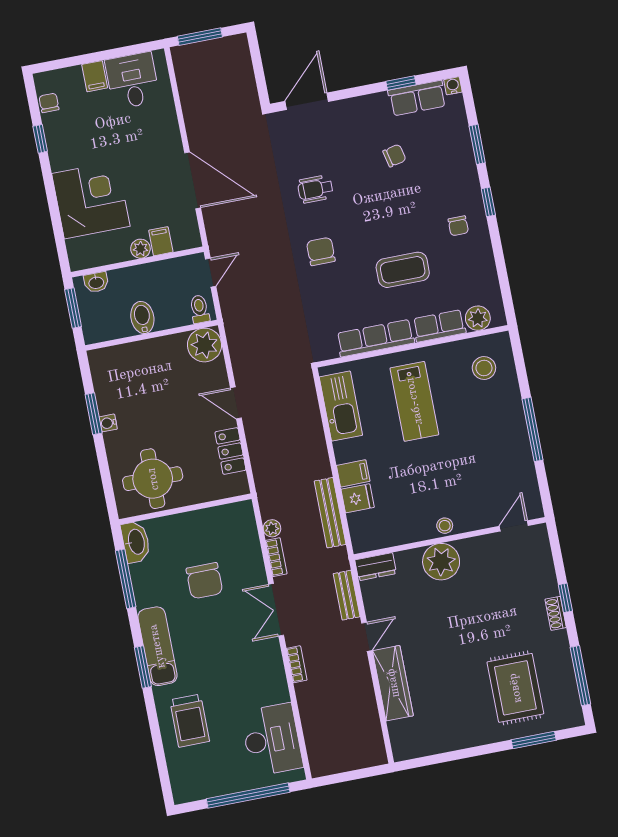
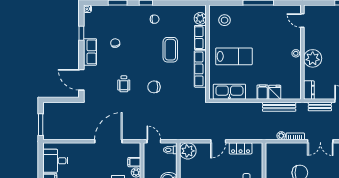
row of seats: (417, 98) -> (90, 52), moved

